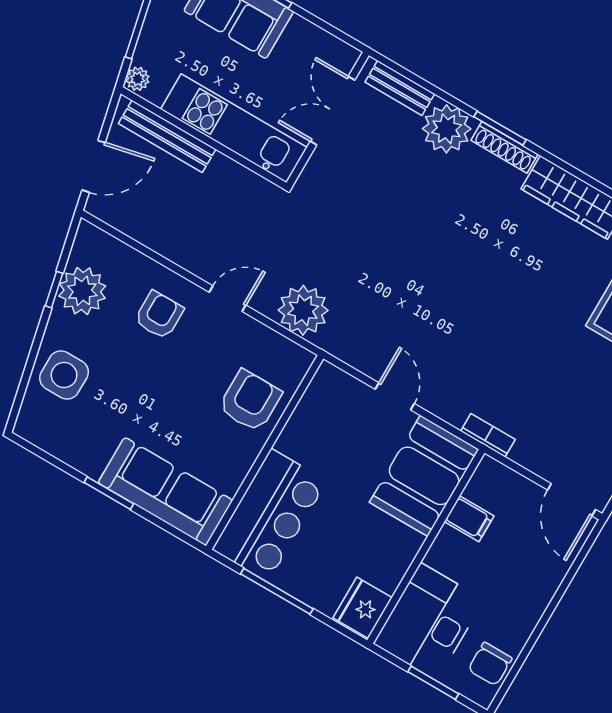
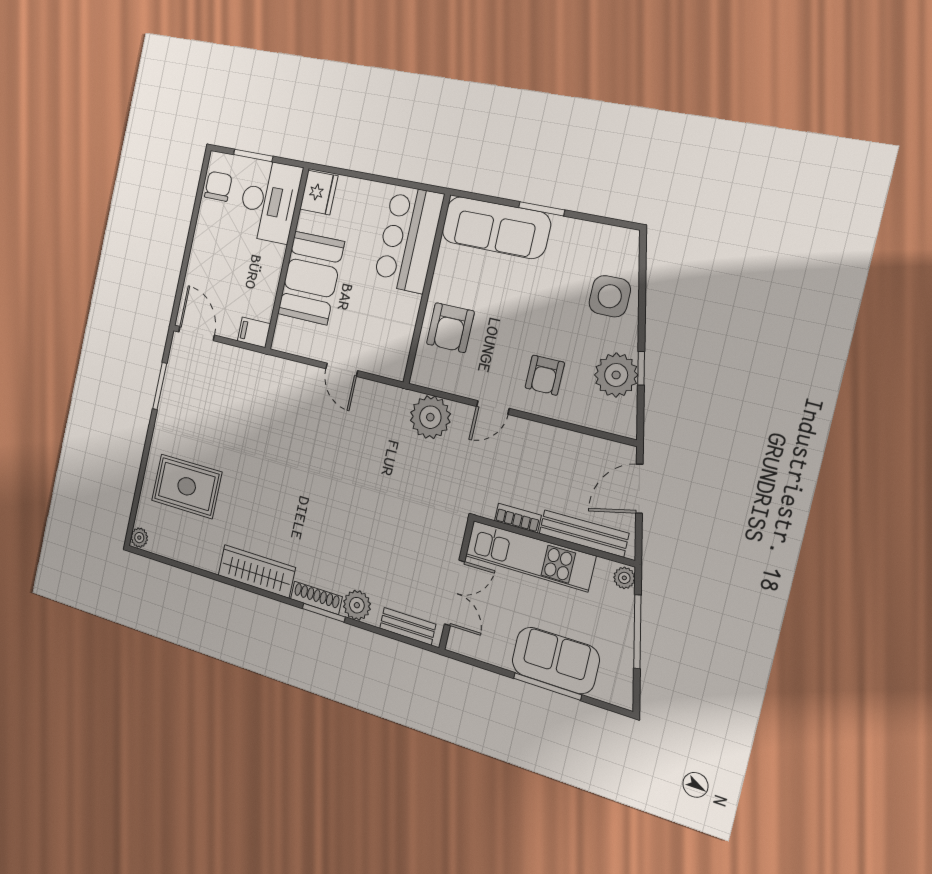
plant: (447, 129) -> (357, 605), width x0.73, depth x0.73
bookcase: (488, 435) -> (518, 518), moved, turned 180
booth: (424, 476) -> (311, 278), moved
filing cabinet: (469, 519) -> (254, 332), moved
window: (277, 591) -> (386, 180), removed

